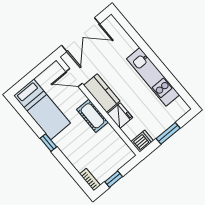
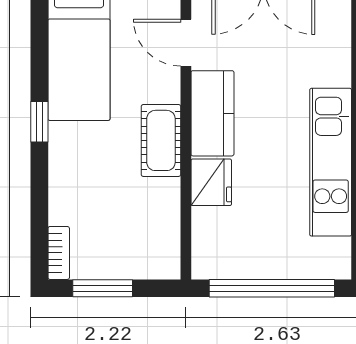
window: (168, 133) -> (272, 288), width x2.11
dishwasher: (142, 141) -> (213, 263), removed
window: (114, 179) -> (103, 288), width x1.50

